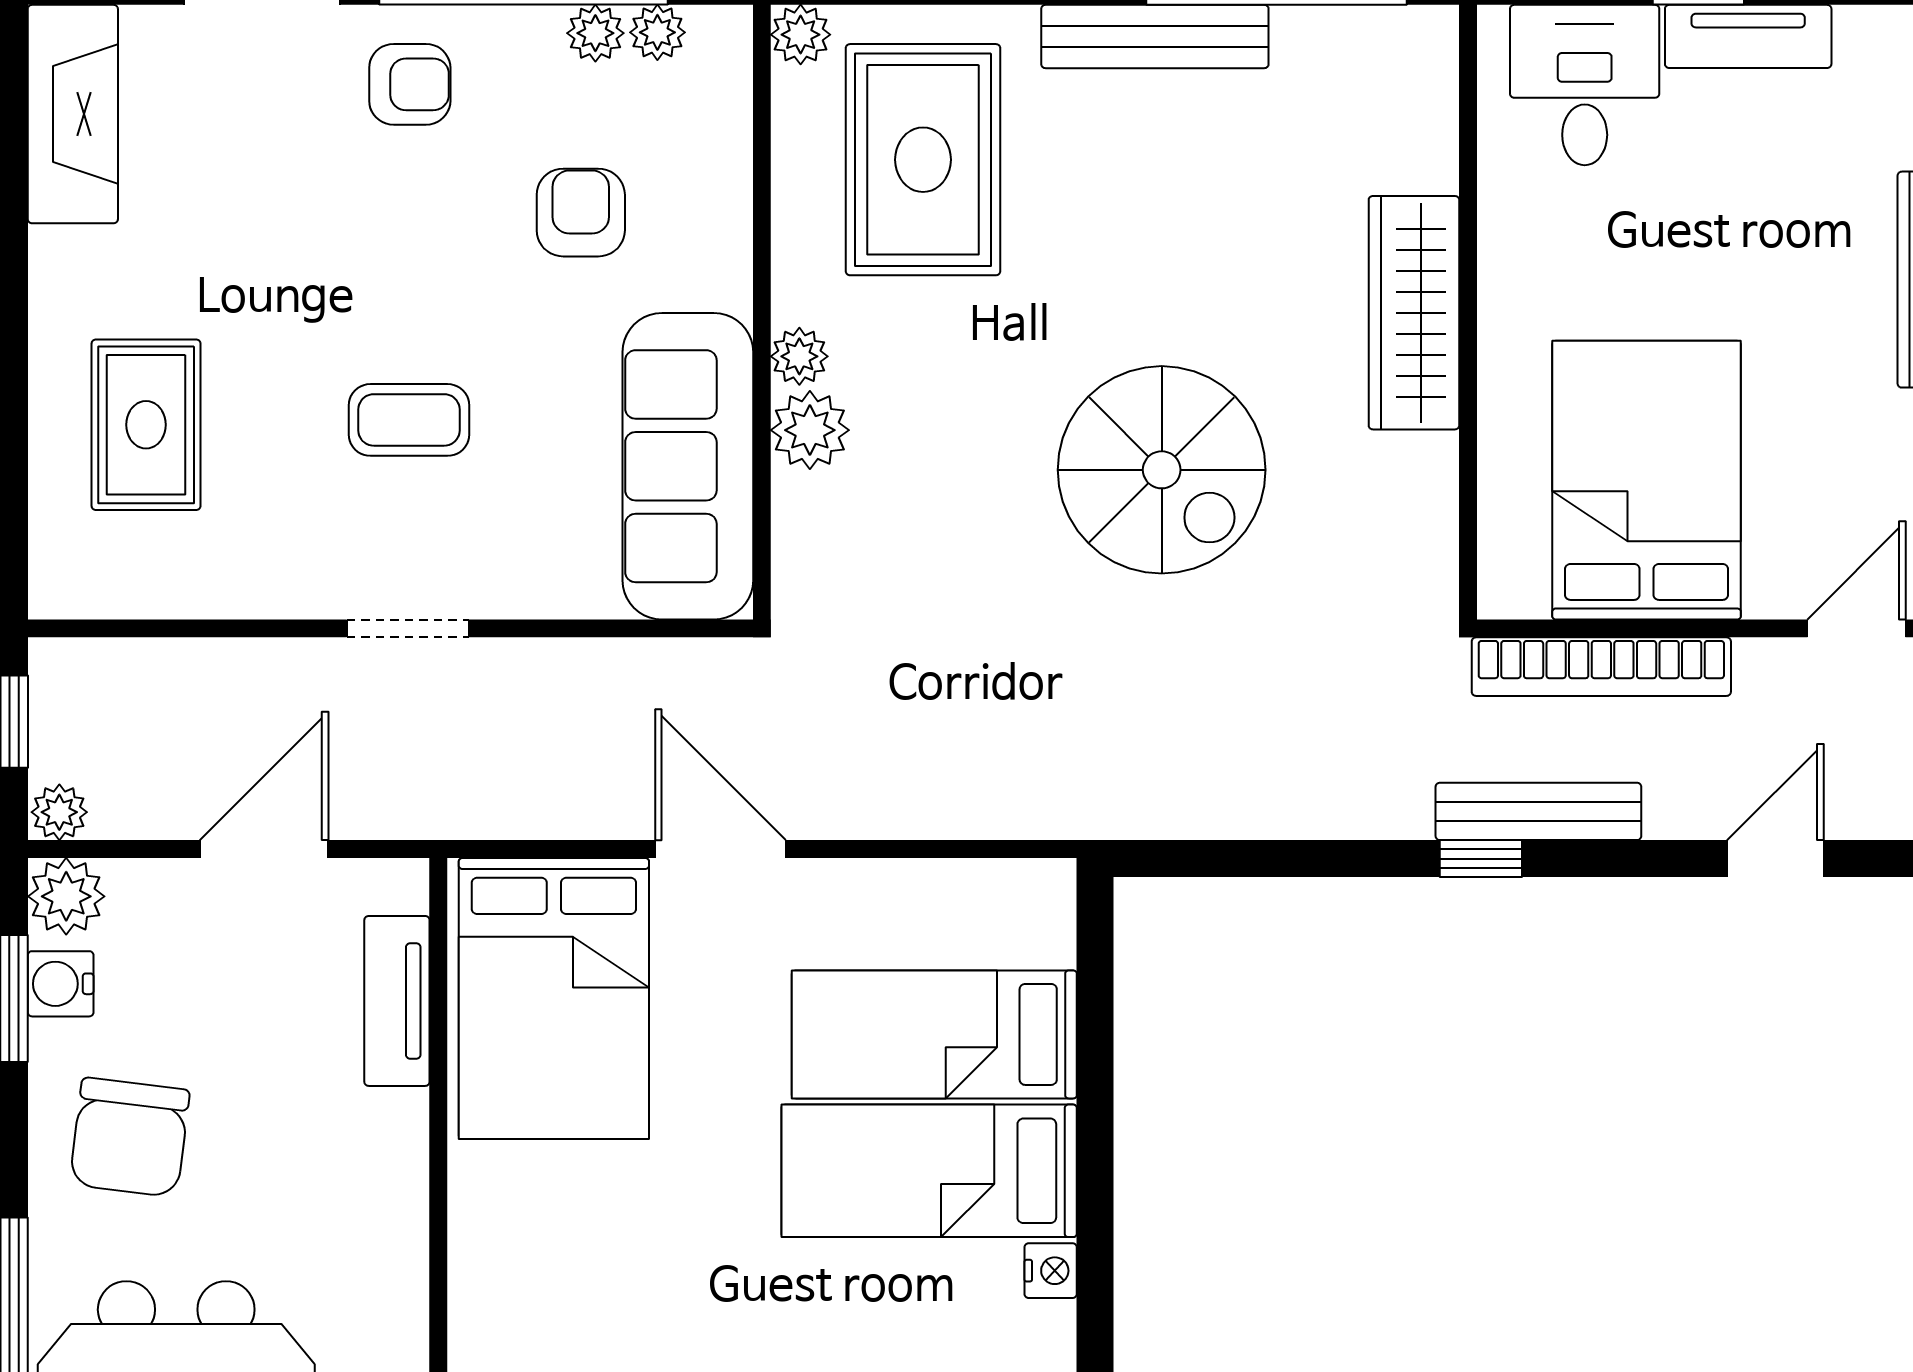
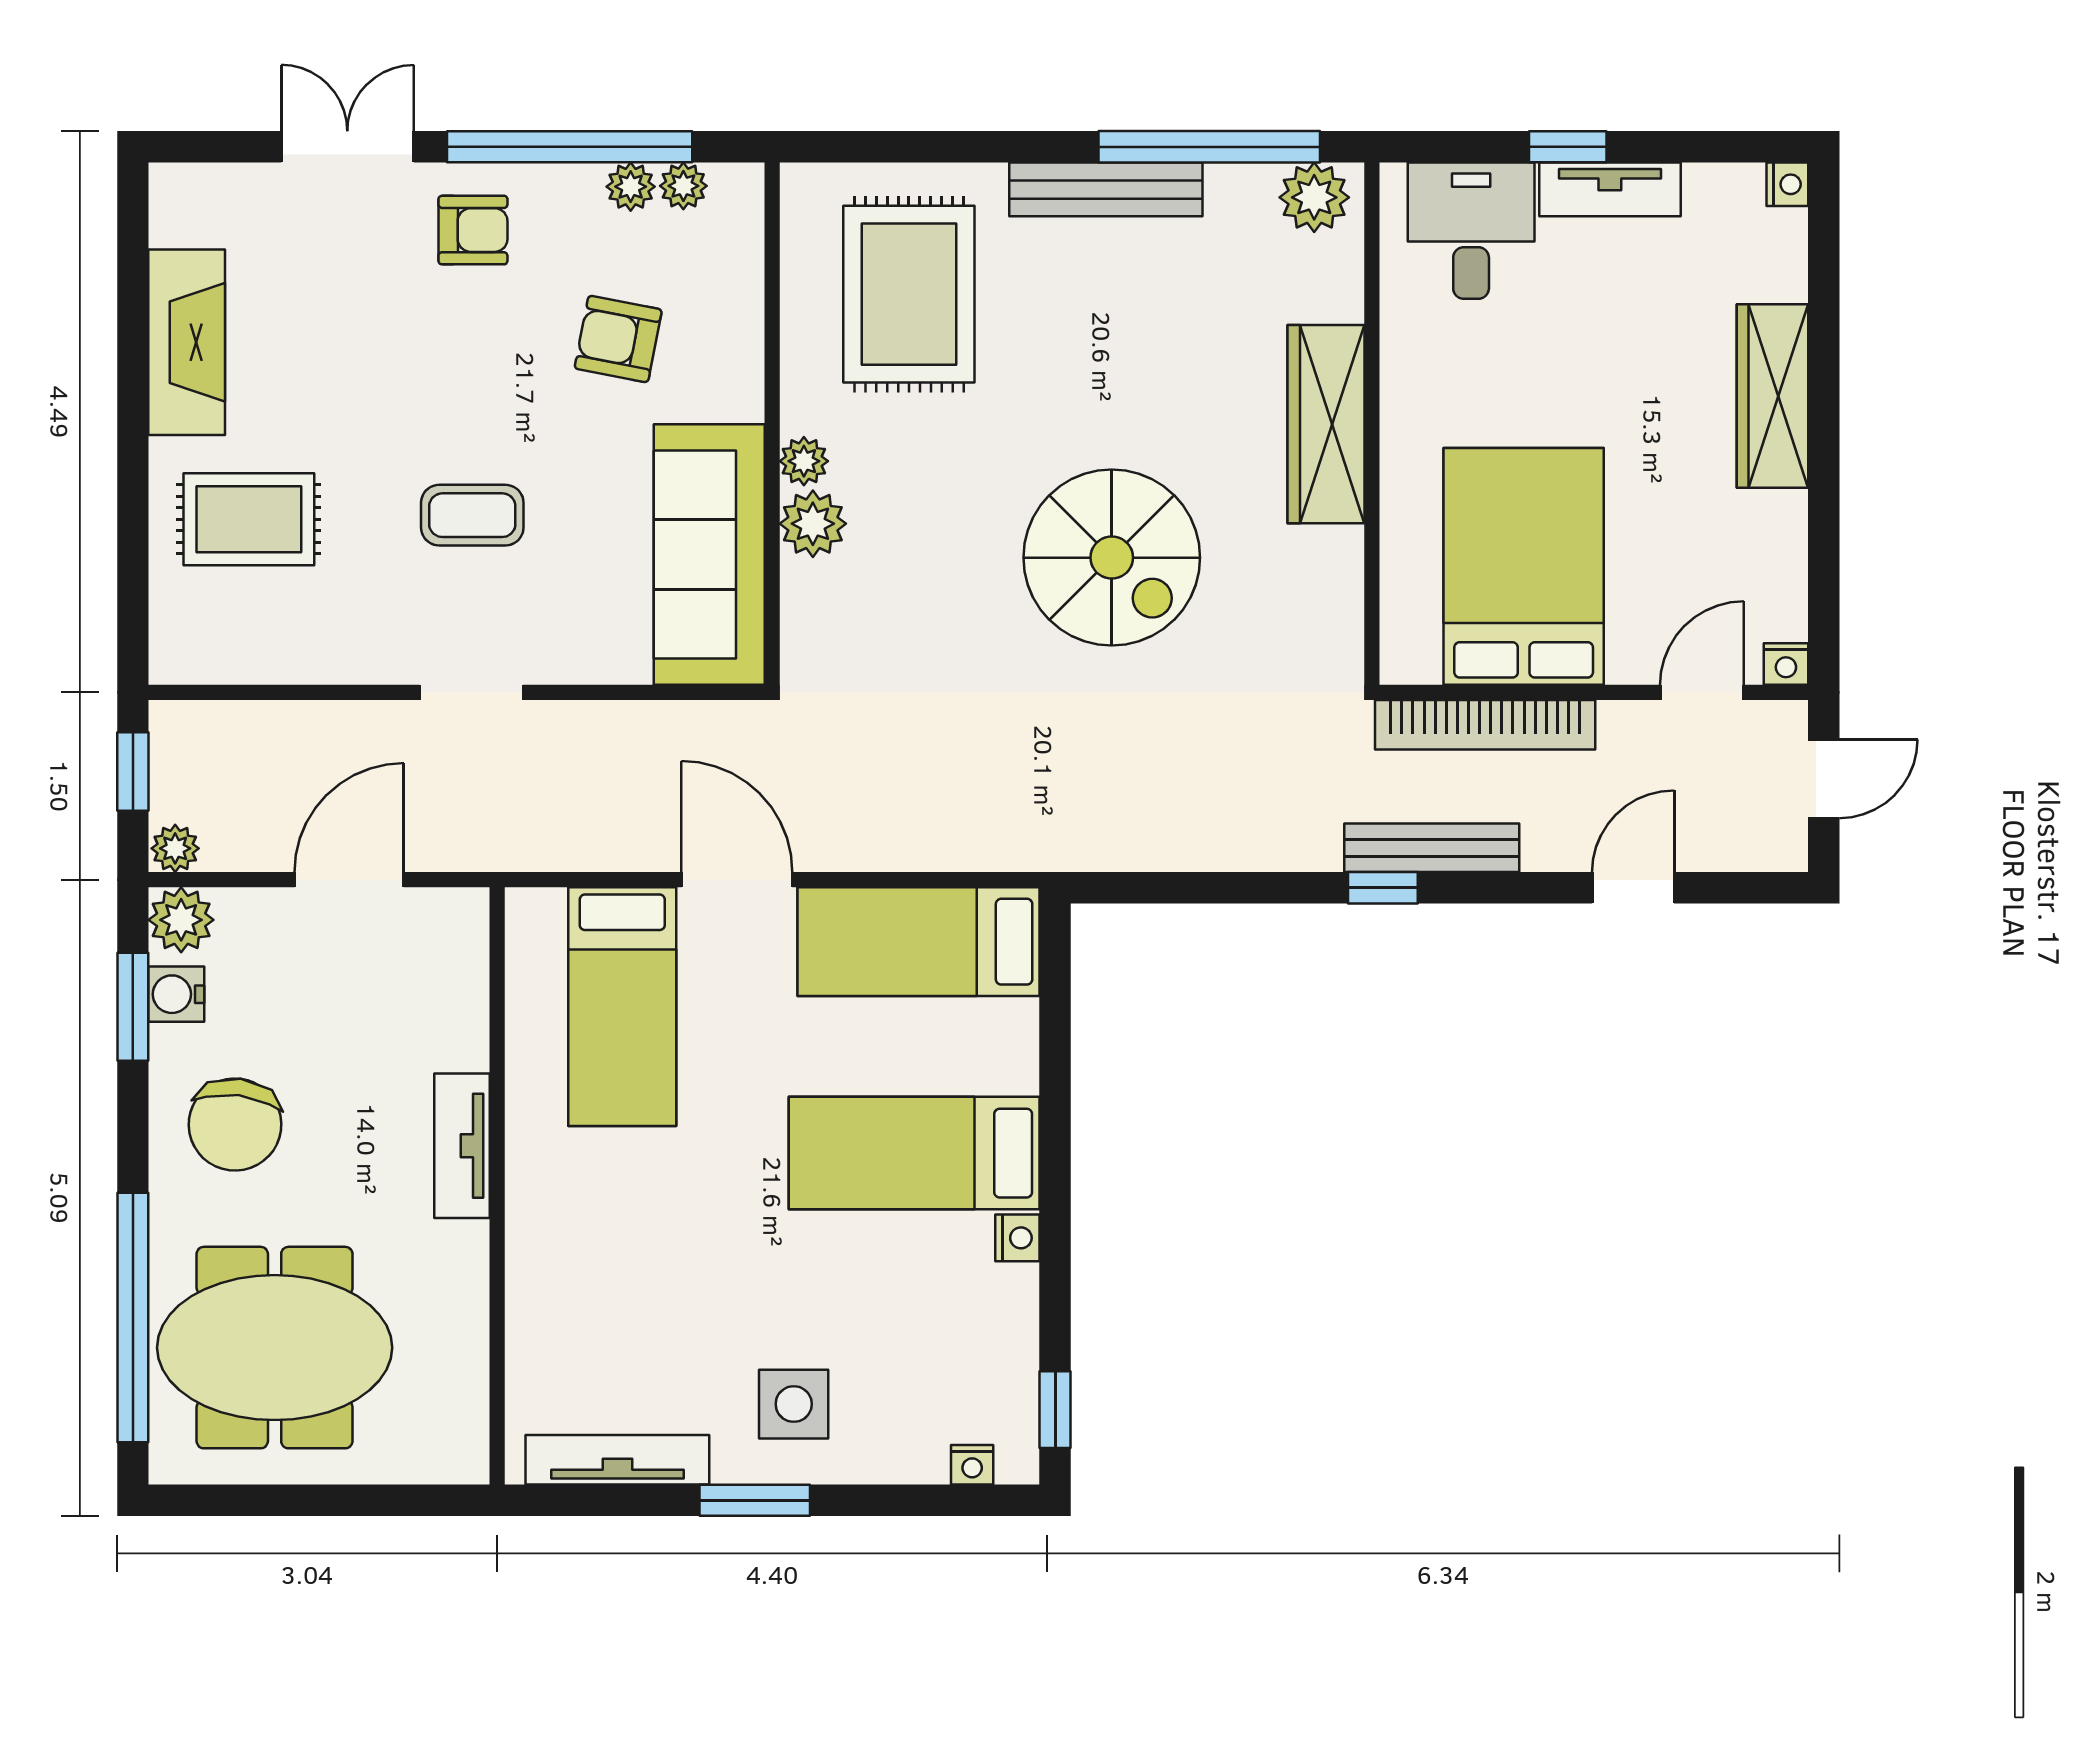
plant: (801, 35) -> (1314, 197), moved, width x1.38, depth x1.38
fireplace: (73, 114) -> (187, 342), moved
armchair: (581, 213) -> (618, 339), turned -79
rug: (146, 425) -> (249, 519), turned 90
bed: (554, 999) -> (622, 1007), width x0.67
tv unit: (397, 1001) -> (462, 1146), moved
bed: (934, 1034) -> (919, 942), moved

